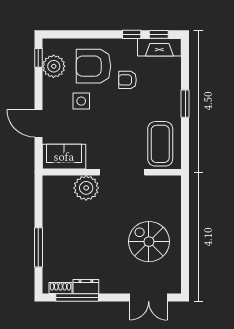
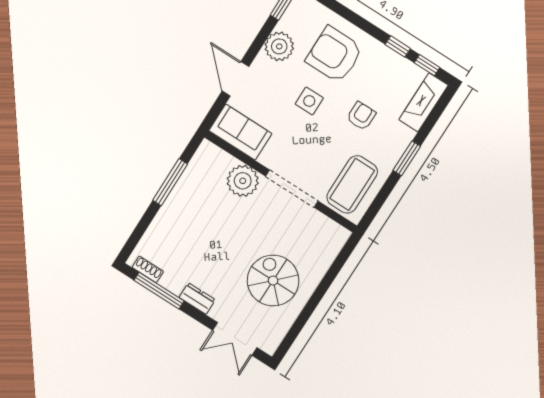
fireplace: (159, 47) -> (423, 102), moved, turned 90
plant: (54, 66) -> (279, 46), moved
armchair: (128, 80) -> (361, 116), moved, turned 90
side table: (81, 101) -> (309, 101), moved
window: (38, 247) -> (170, 182), moved
dresser: (86, 286) -> (197, 299), moved

